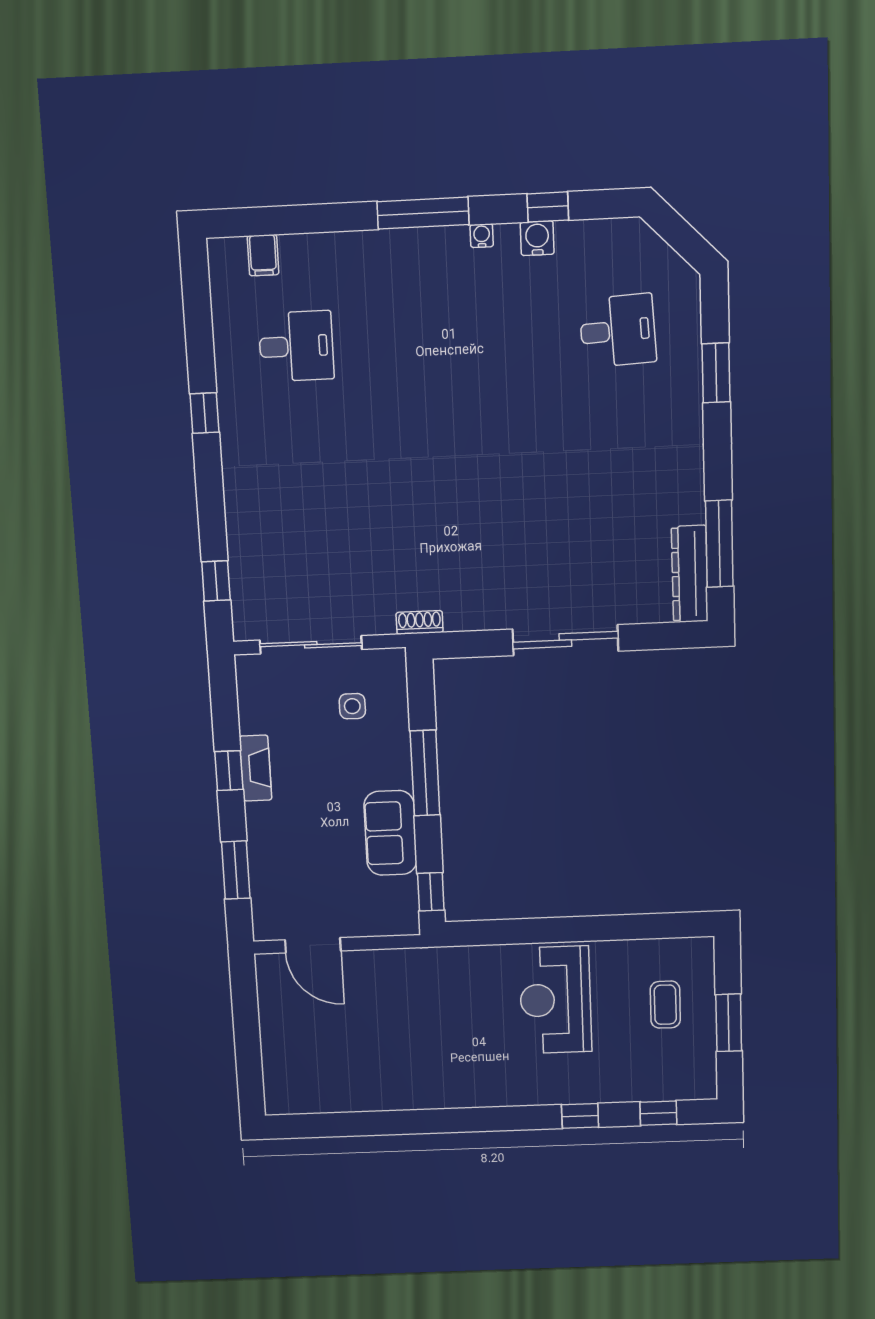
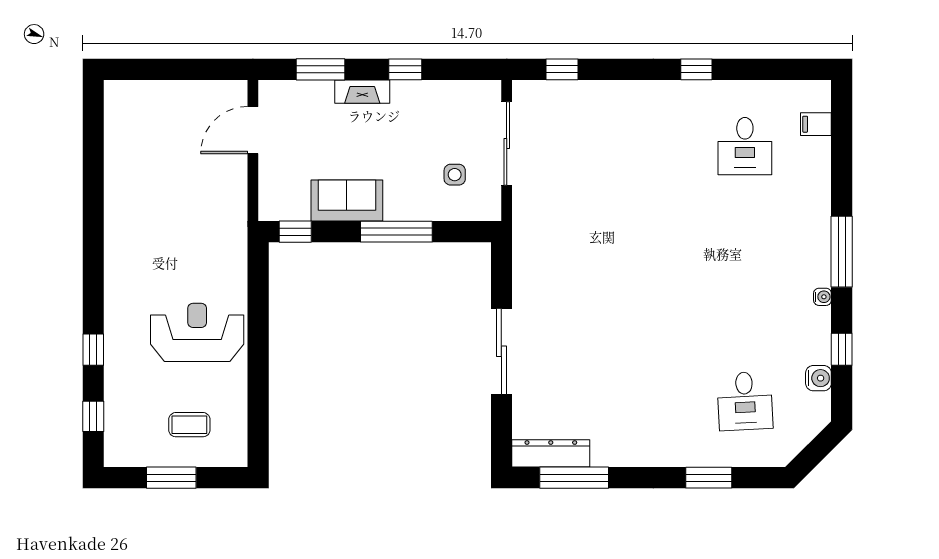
water cooler: (537, 238) -> (818, 378), moved
shoe rack: (420, 622) -> (521, 233), removed
fireplace: (255, 768) -> (362, 92), moved

